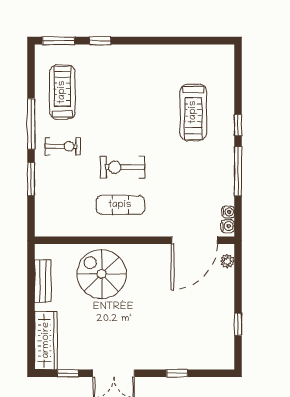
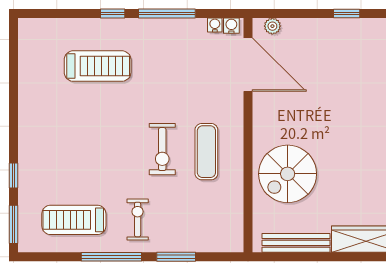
bench: (43, 281) -> (296, 243), width x1.36

